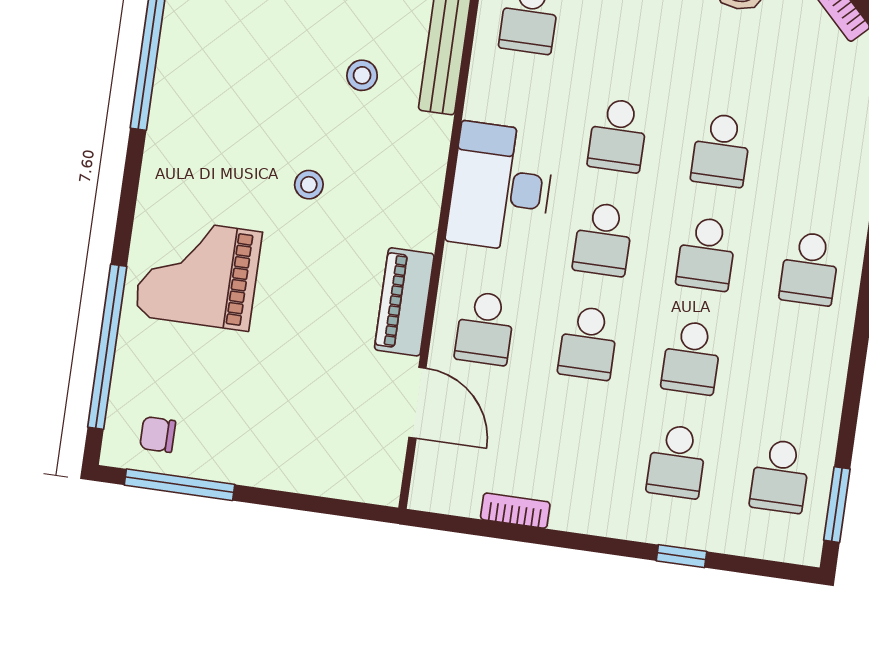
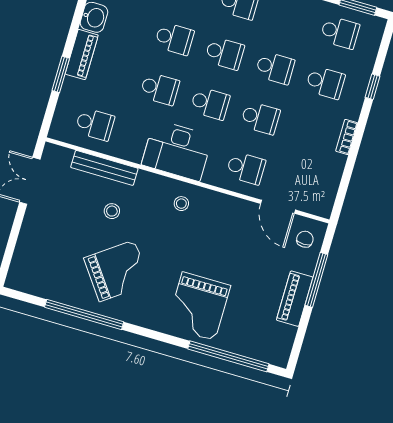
grand piano: (245, 102) -> (117, 271), added
stool: (309, 185) -> (181, 204), moved
piano: (404, 302) -> (295, 299), moved, turned 90
door: (417, 403) -> (278, 207), swing flipped
chair: (158, 435) -> (305, 239), moved, turned 180
window: (179, 485) -> (316, 280), moved
bookcase: (515, 511) -> (347, 137), moved

